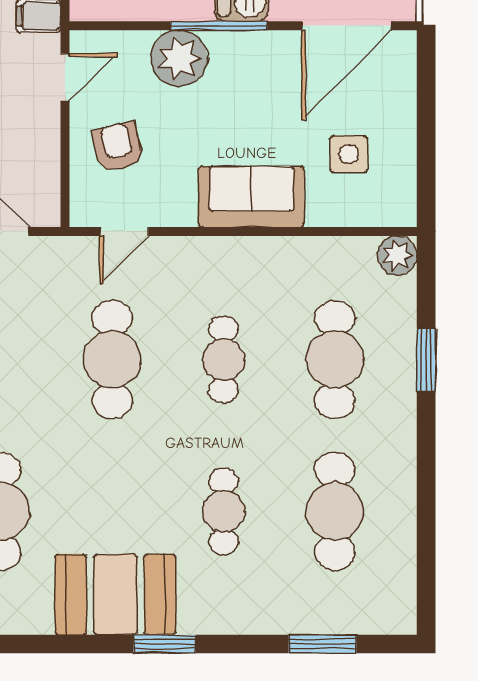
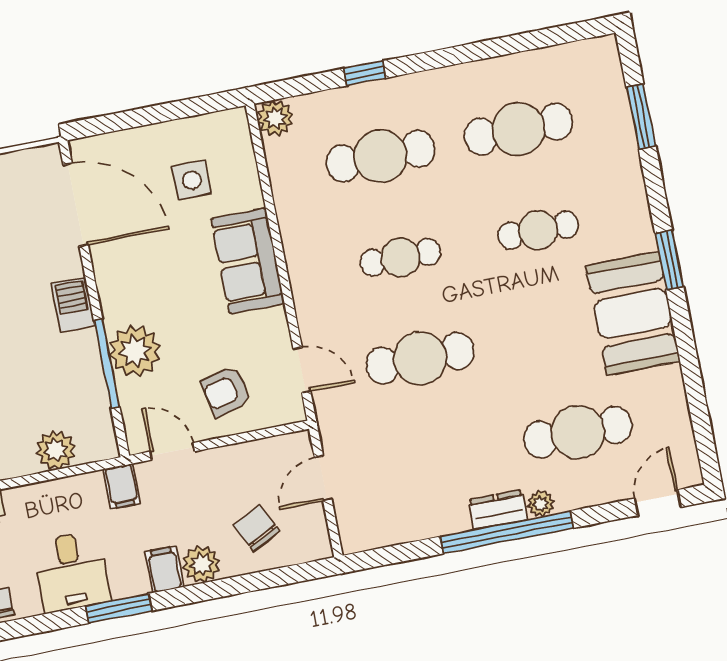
window: (219, 26) -> (107, 364), moved
window: (426, 360) -> (365, 73), width x0.67

